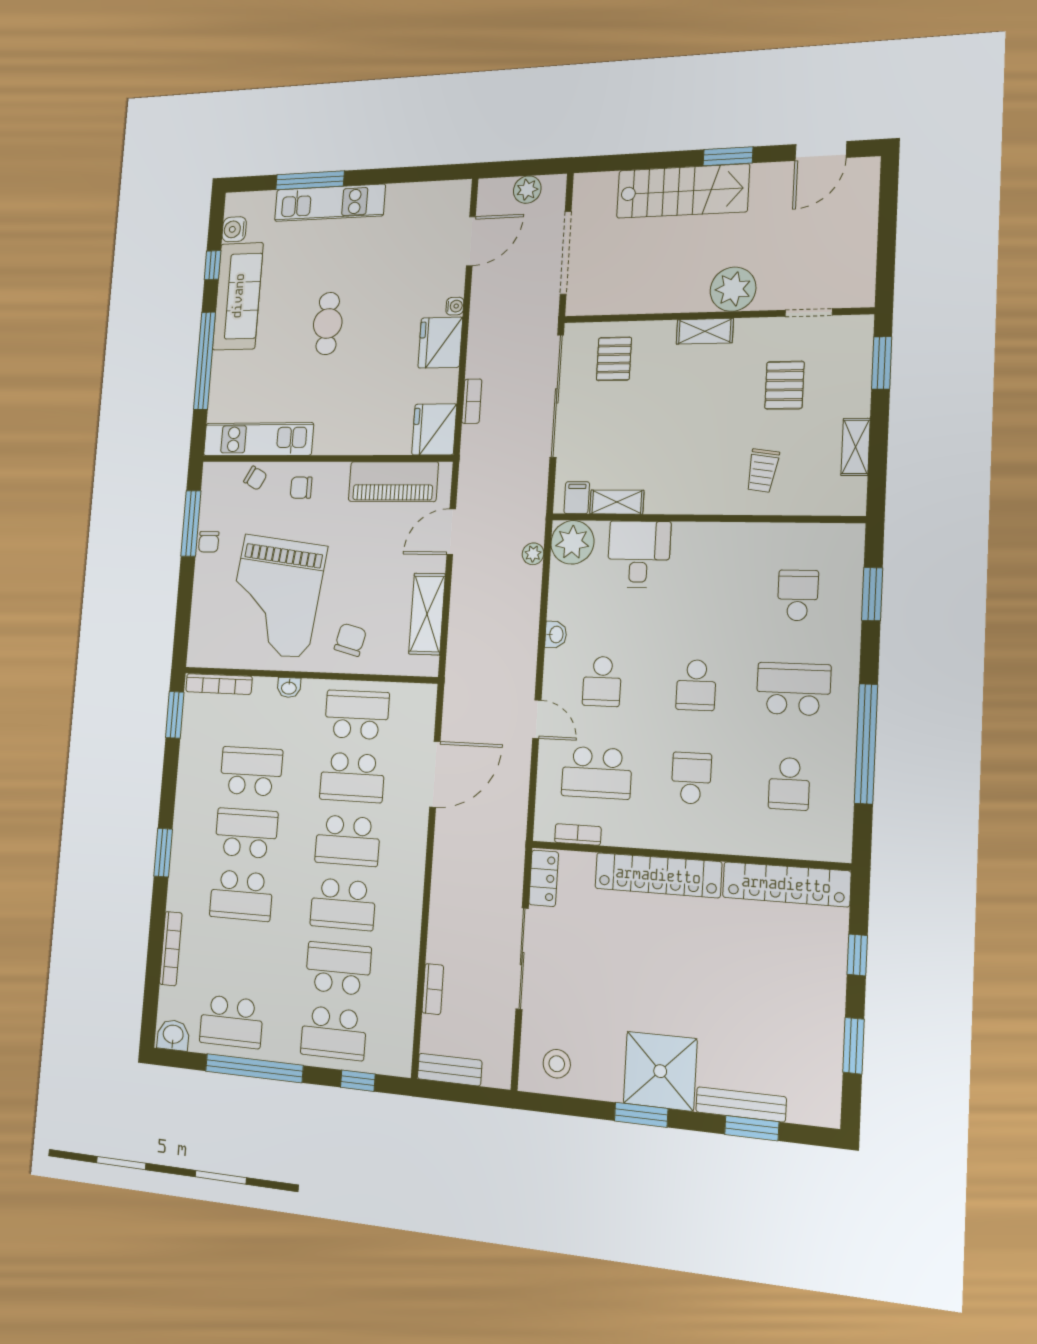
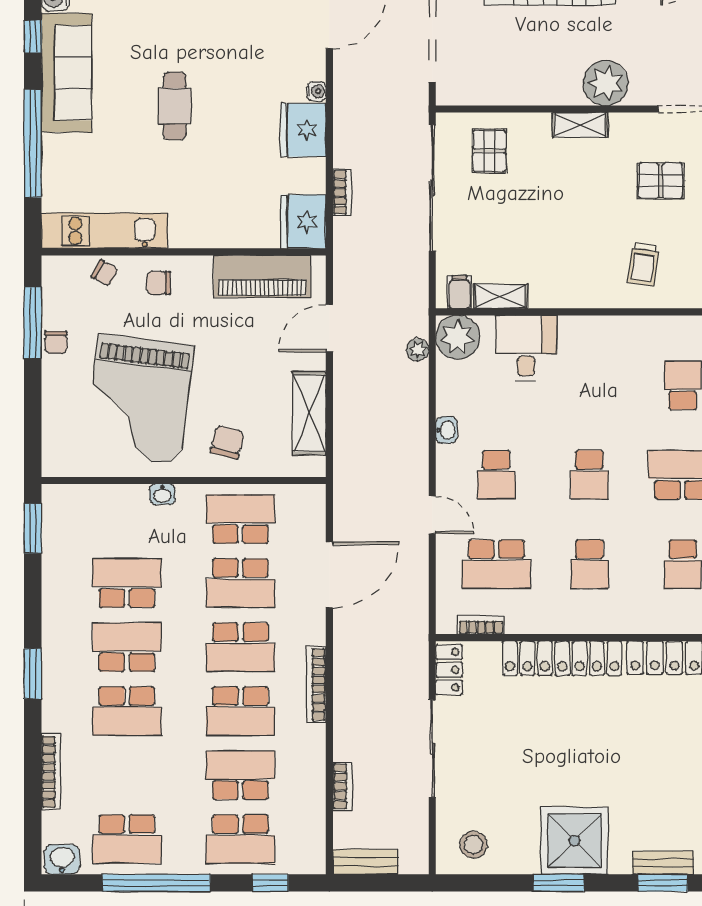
pallet: (784, 385) -> (661, 181), turned 90
bookcase: (219, 684) -> (316, 685), moved, turned 90
school desk: (691, 778) -> (589, 564), turned 180
bench: (741, 1104) -> (663, 863), width x0.73

